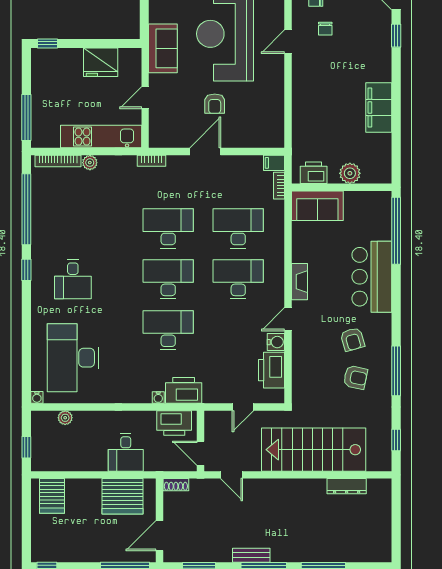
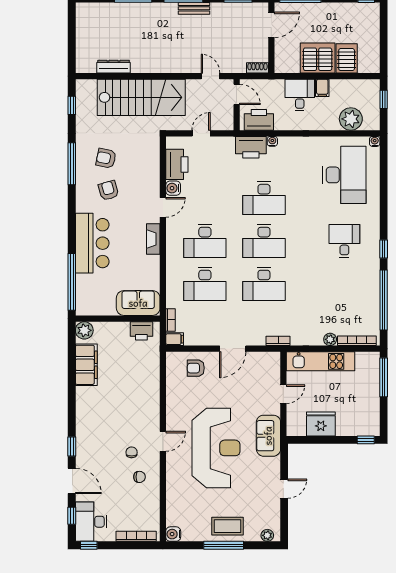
armchair: (215, 104) -> (196, 368), moved, turned -90
filing cabinet: (379, 108) -> (86, 365), moved
plant: (350, 173) -> (84, 330), moved
plant: (65, 418) -> (351, 119), width x1.88, depth x1.88
filing cabinet: (99, 461) -> (322, 88), added
server rack: (52, 496) -> (347, 58), moved
server rack: (122, 496) -> (318, 58), moved

